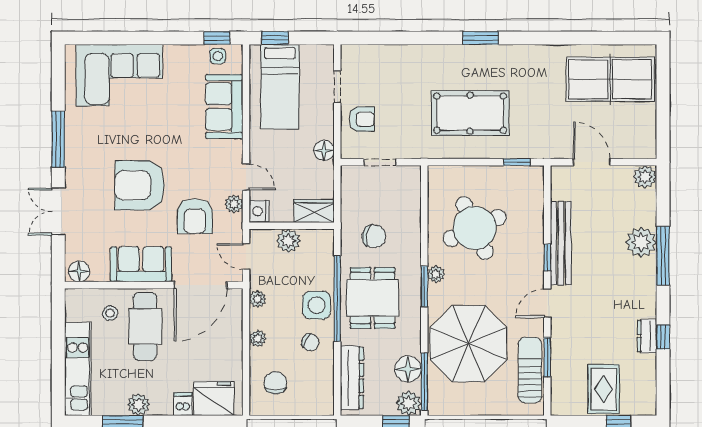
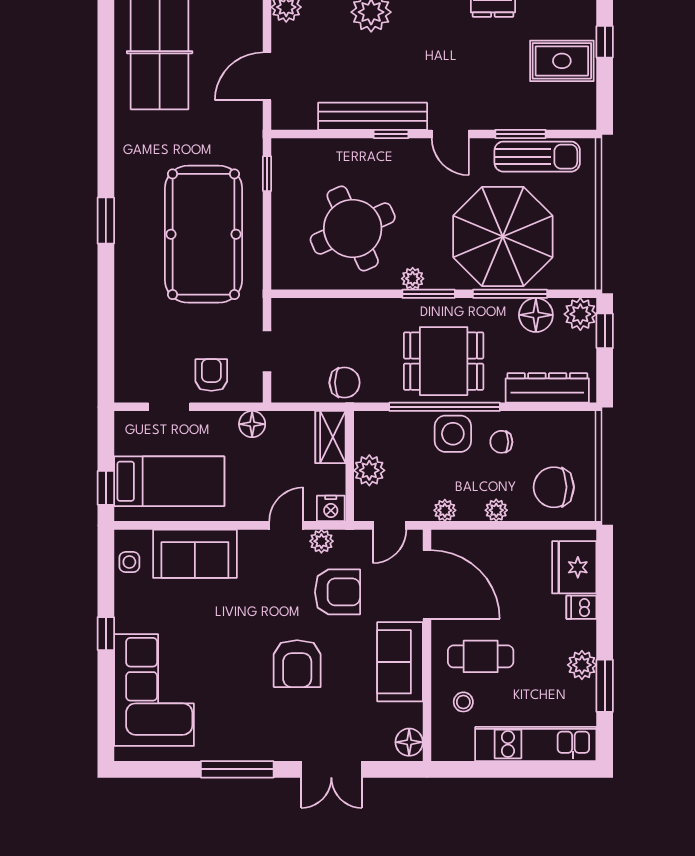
window: (217, 38) -> (106, 634), moved
pool table: (470, 113) -> (203, 234), width x1.36, depth x1.32
armchair: (140, 185) -> (297, 664), width x0.73, depth x0.73
chair: (374, 236) -> (345, 383), moved, turned 80
cafe table: (145, 326) -> (481, 656), width x0.73, depth x0.74
chair: (310, 342) -> (501, 442), turned -118
sun lounger: (530, 370) -> (537, 157), turned 180
window: (424, 382) -> (510, 294), moved
chair: (275, 383) -> (554, 487), width x1.37, depth x1.37

